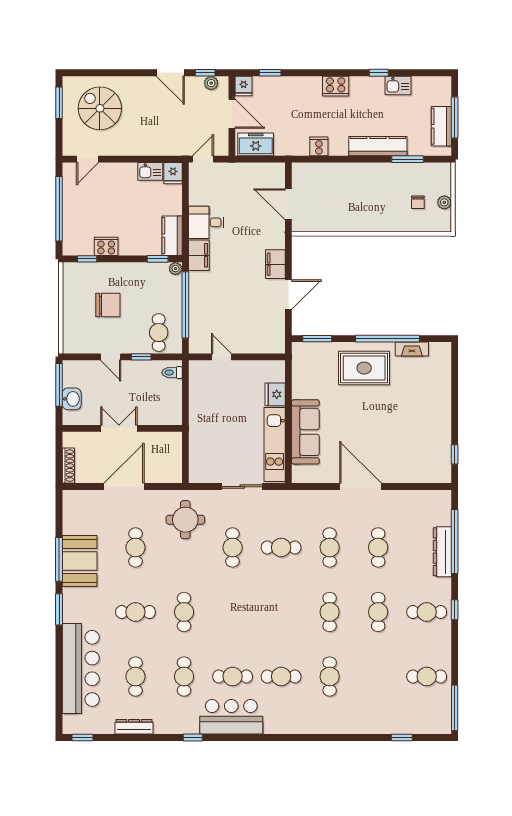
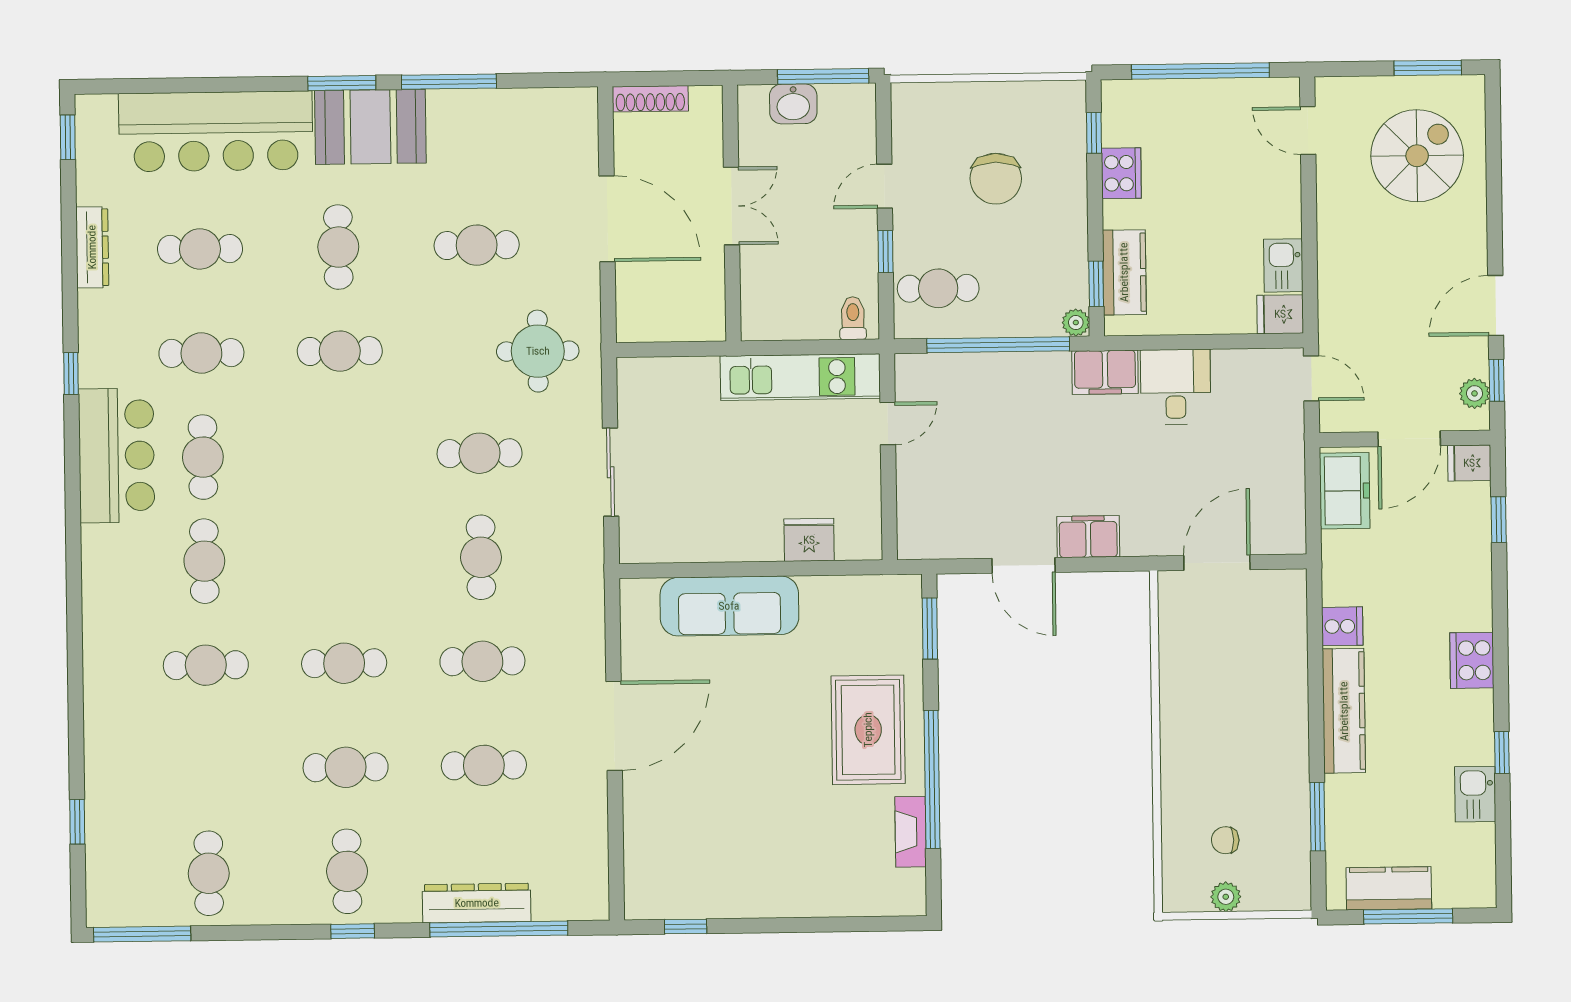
kitchen counter: (378, 146) -> (1344, 711), moved
kitchen counter: (172, 236) -> (1124, 272), moved, turned 90
kitchen unit: (275, 444) -> (800, 377), moved, turned 180
booth: (80, 561) -> (370, 127), moved

